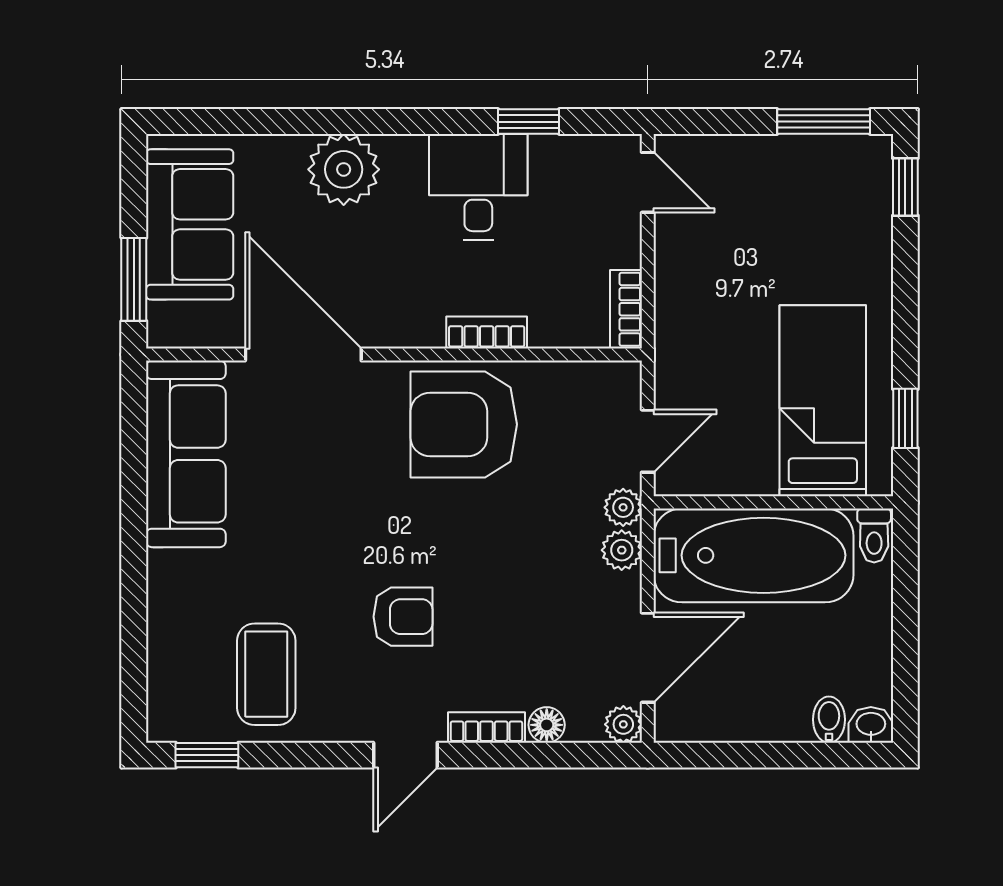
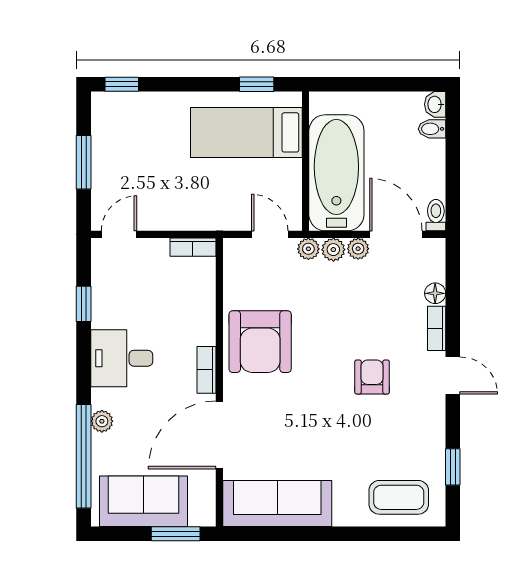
window: (267, 122) -> (84, 456), added
window: (824, 122) -> (84, 162), moved
plant: (344, 169) -> (102, 421), width x0.53, depth x0.53
desk: (478, 187) -> (122, 358), moved
bookcase: (487, 333) -> (207, 370), moved
toilet: (874, 535) -> (436, 215), moved, turned -90
coffee table: (266, 674) -> (399, 497), moved
plant: (623, 724) -> (358, 249), moved
window: (207, 755) -> (453, 467), moved

